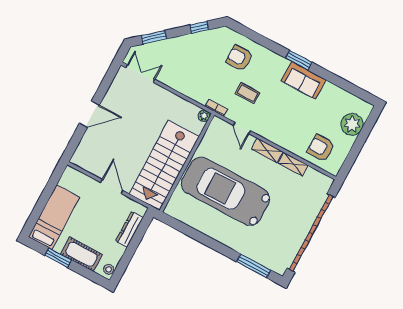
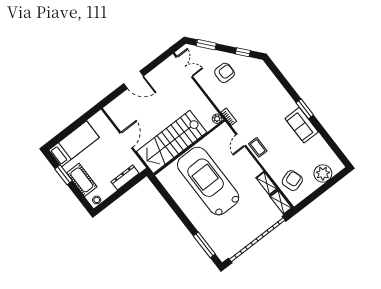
armchair: (239, 58) -> (224, 73), moved, turned 90
coffee table: (247, 93) -> (258, 147), moved
armchair: (321, 148) -> (292, 181), turned 72
shelving: (267, 150) -> (281, 202), moved

